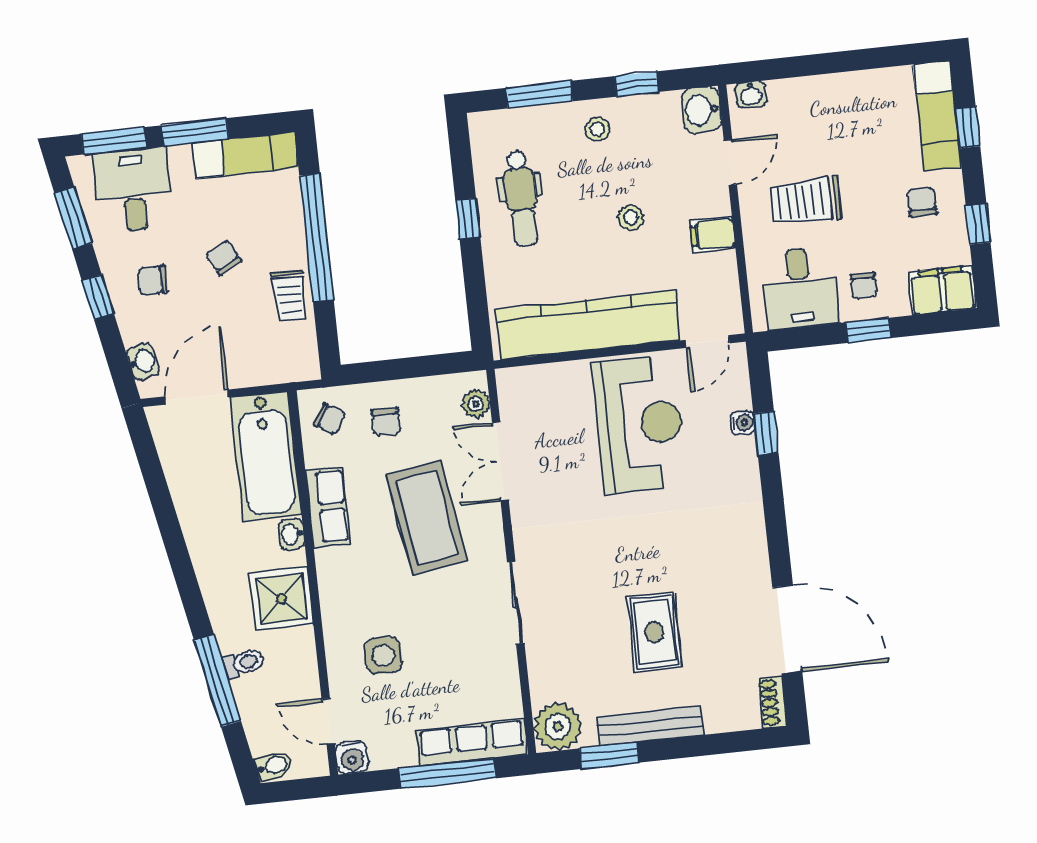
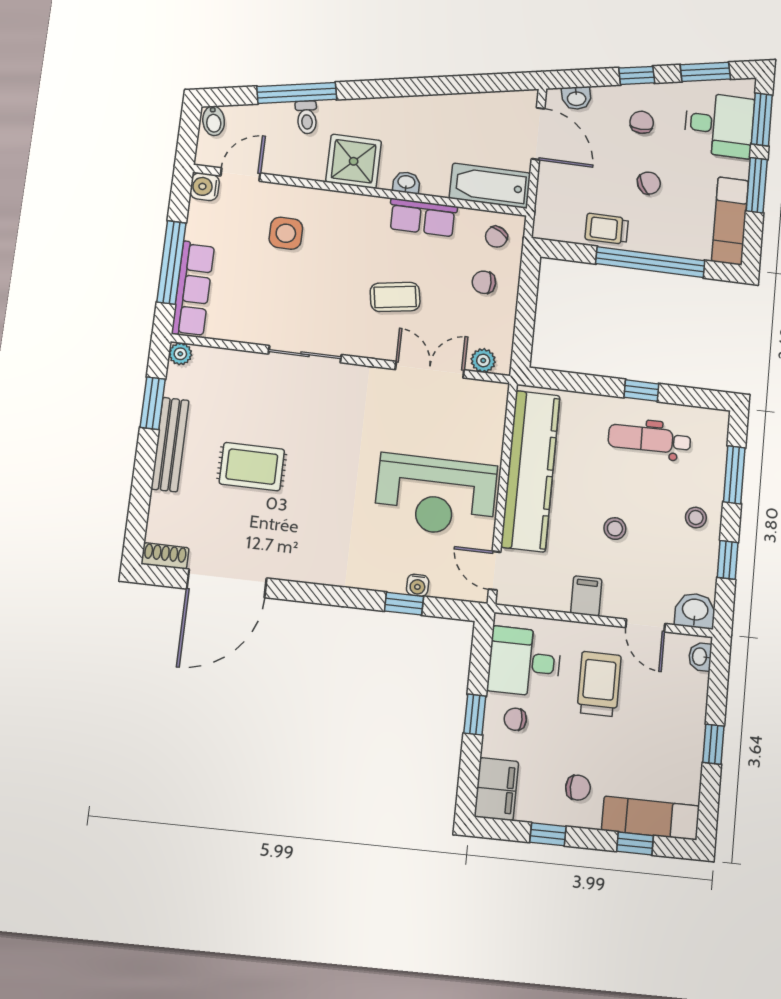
window: (843, 62) -> (713, 744), added
bathtub: (266, 456) -> (490, 186), width x0.73, depth x0.73
coffee table: (427, 518) -> (395, 297), width x0.54, depth x0.58
plant: (558, 726) -> (180, 354), width x0.53, depth x0.53

